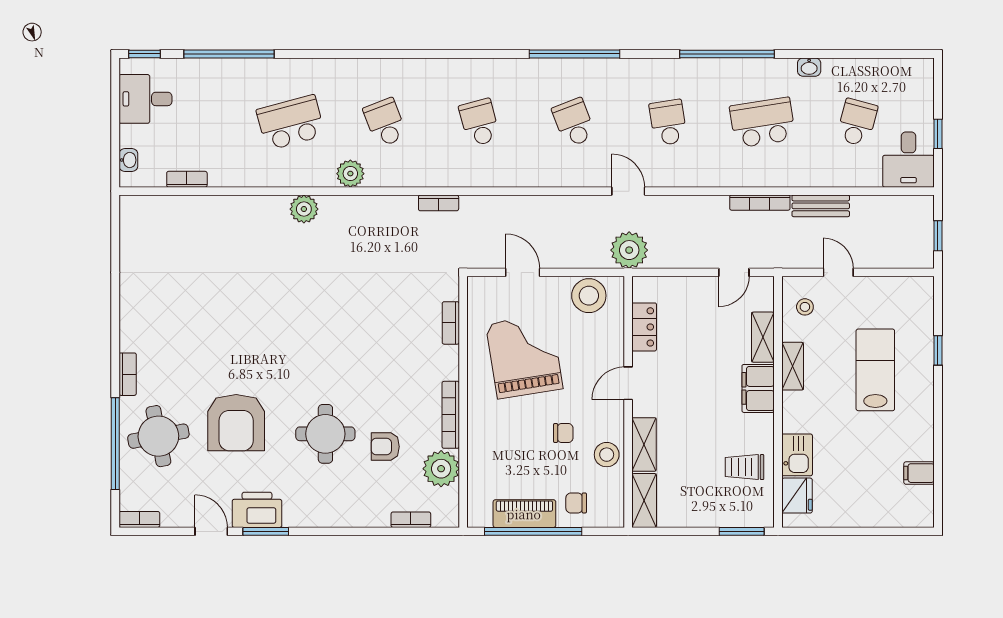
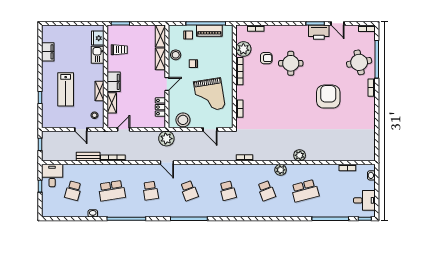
armchair: (236, 423) -> (328, 97), moved
filing cabinet: (919, 473) -> (48, 52), width x2.00

